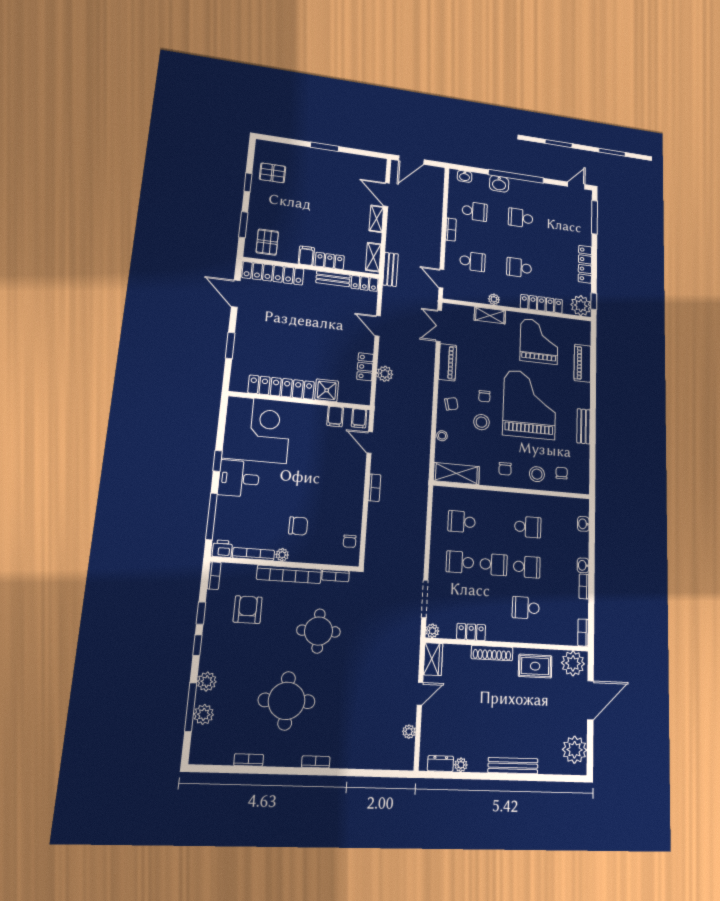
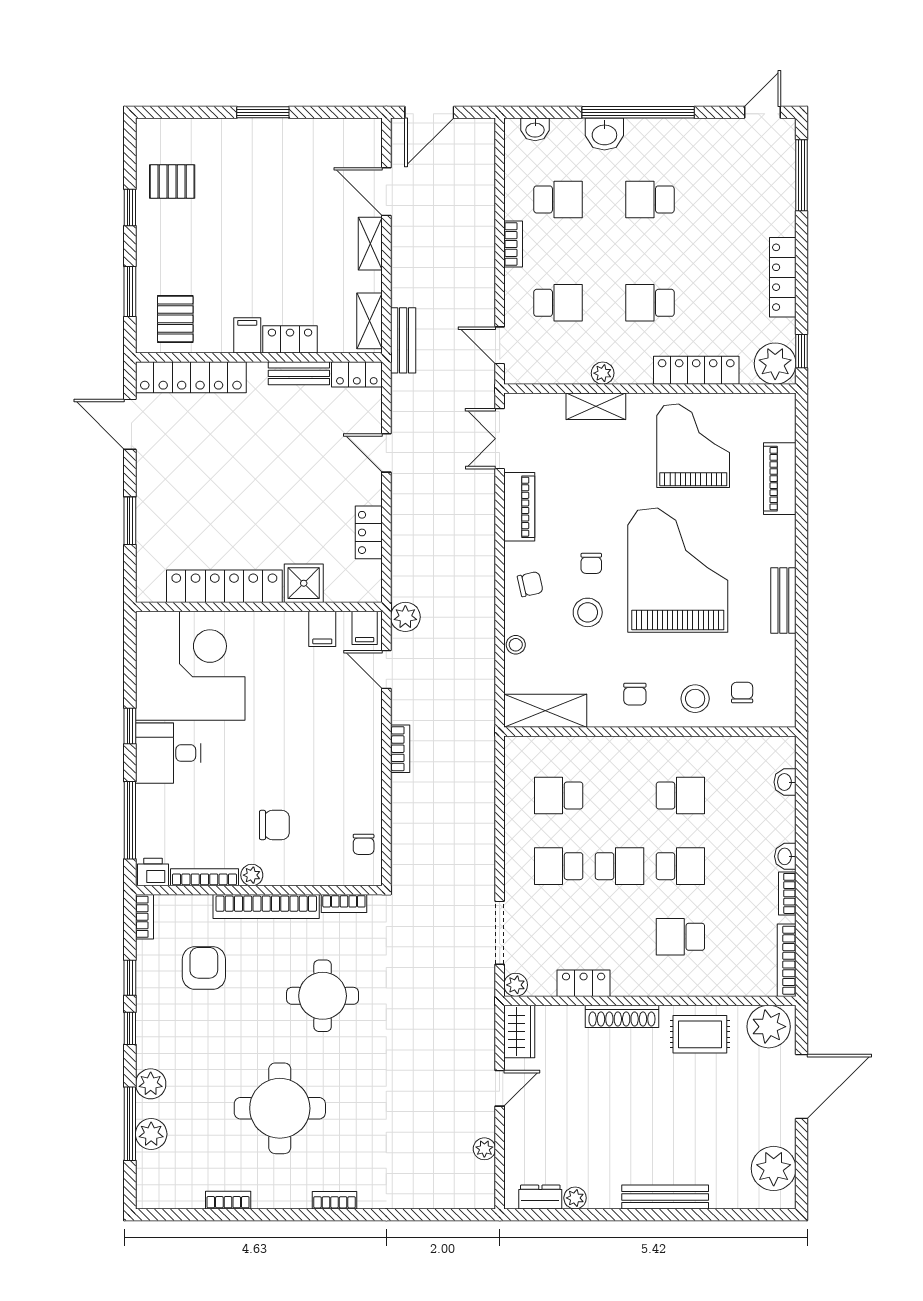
plant: (385, 374) -> (405, 617), moved
bookcase: (583, 633) -> (787, 960), width x1.56

